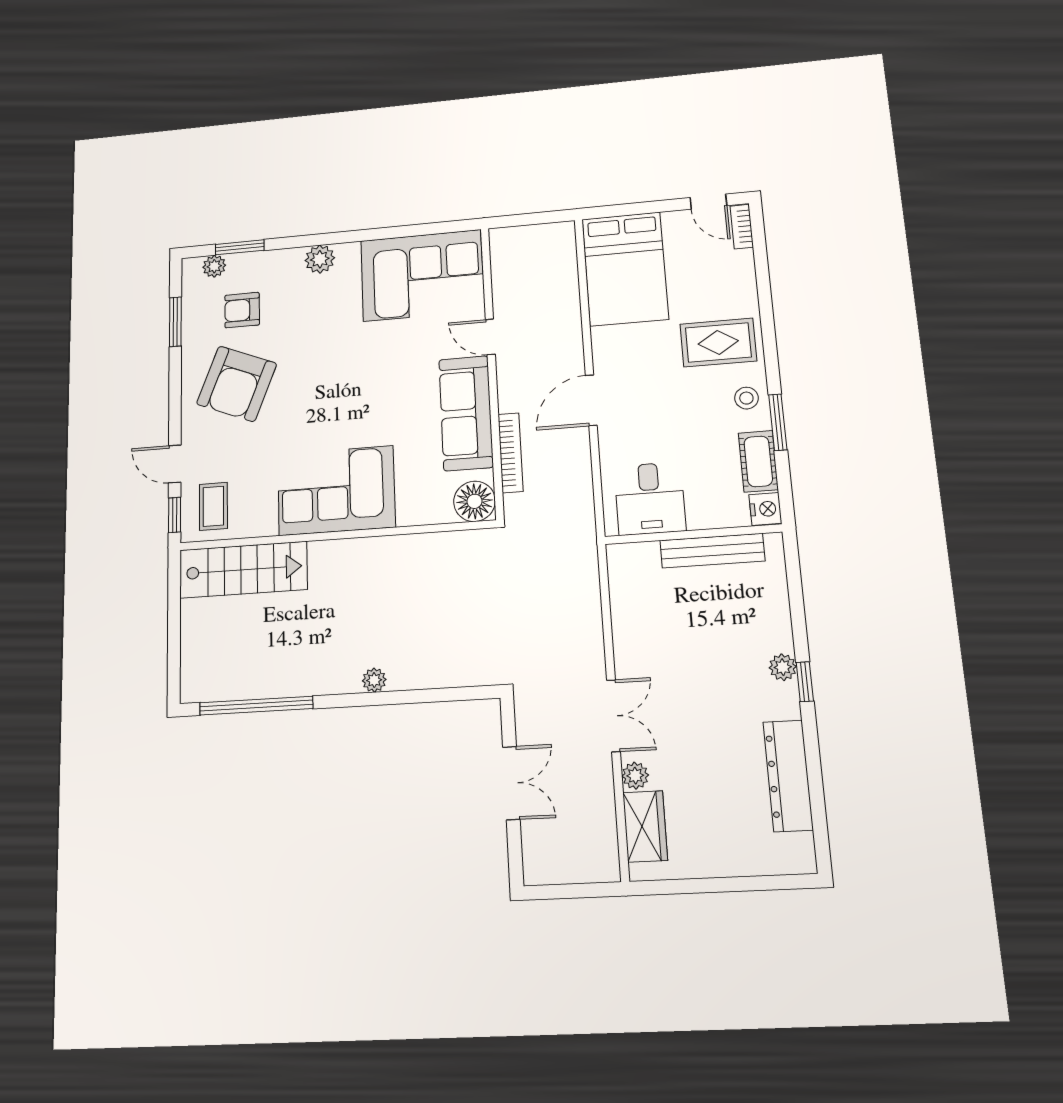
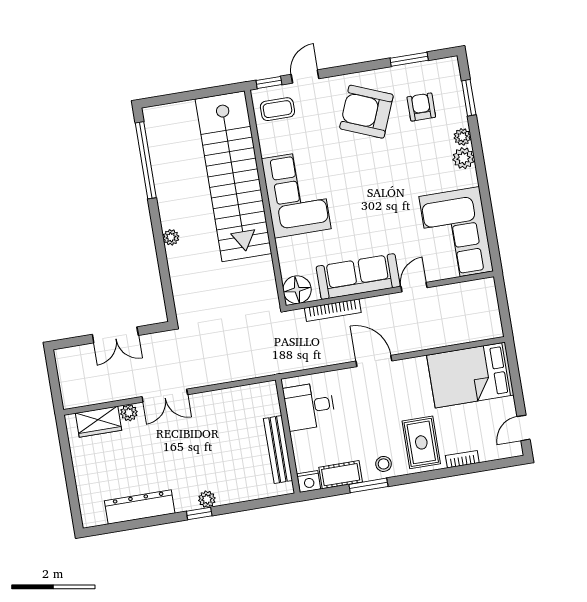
bookcase: (742, 227) -> (462, 459), moved
plant: (214, 266) -> (462, 137), moved
stairs: (243, 570) -> (233, 176), width x1.86, depth x1.51

